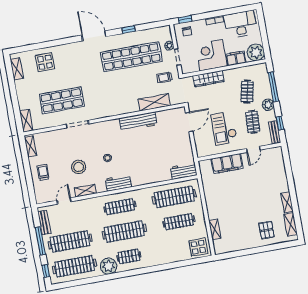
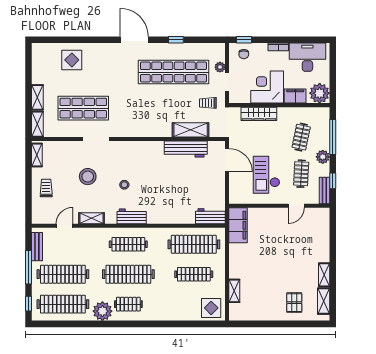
shelving: (17, 69) -> (37, 97), moved
workbench: (138, 122) -> (186, 149), moved
door: (189, 122) -> (227, 160), hinge flipped
filing cabinet: (227, 164) -> (238, 225), moved, turned -90
stool: (79, 167) -> (88, 177), moved

